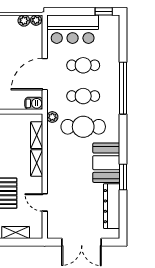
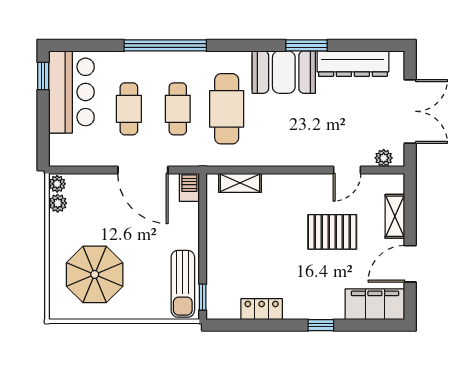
bar counter: (73, 29) -> (71, 92), moved
plant: (52, 117) -> (384, 158), moved
shelving: (37, 163) -> (284, 183), removed

